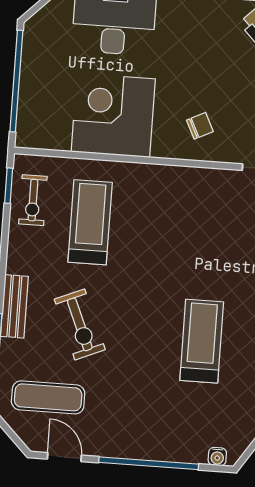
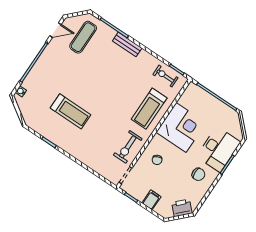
chair: (183, 32) -> (198, 174), added
treadmill: (90, 222) -> (149, 109), moved, turned 90
exercise bike: (80, 324) -> (128, 147), moved, turned -67

